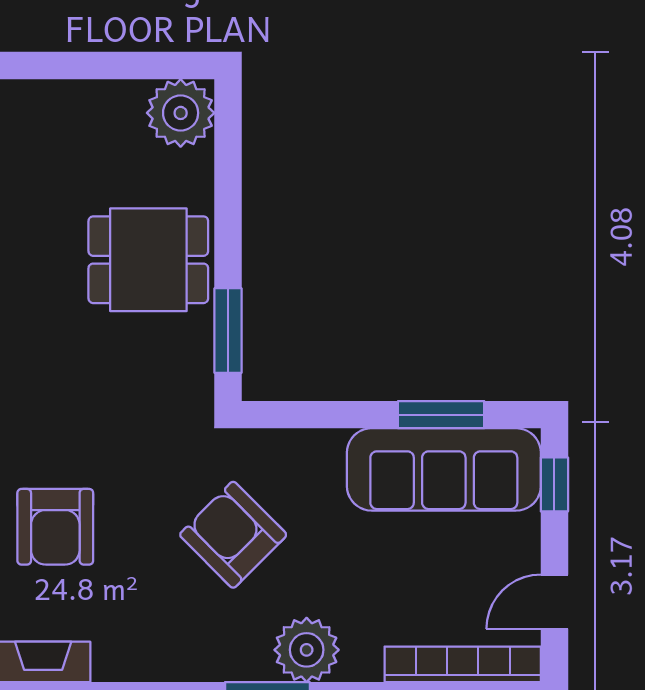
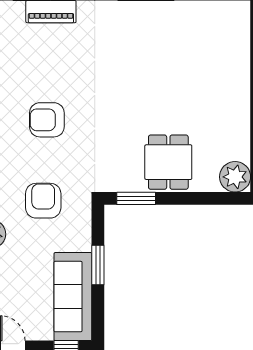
window: (441, 415) -> (98, 265), moved
armchair: (233, 535) -> (43, 201), turned -45

